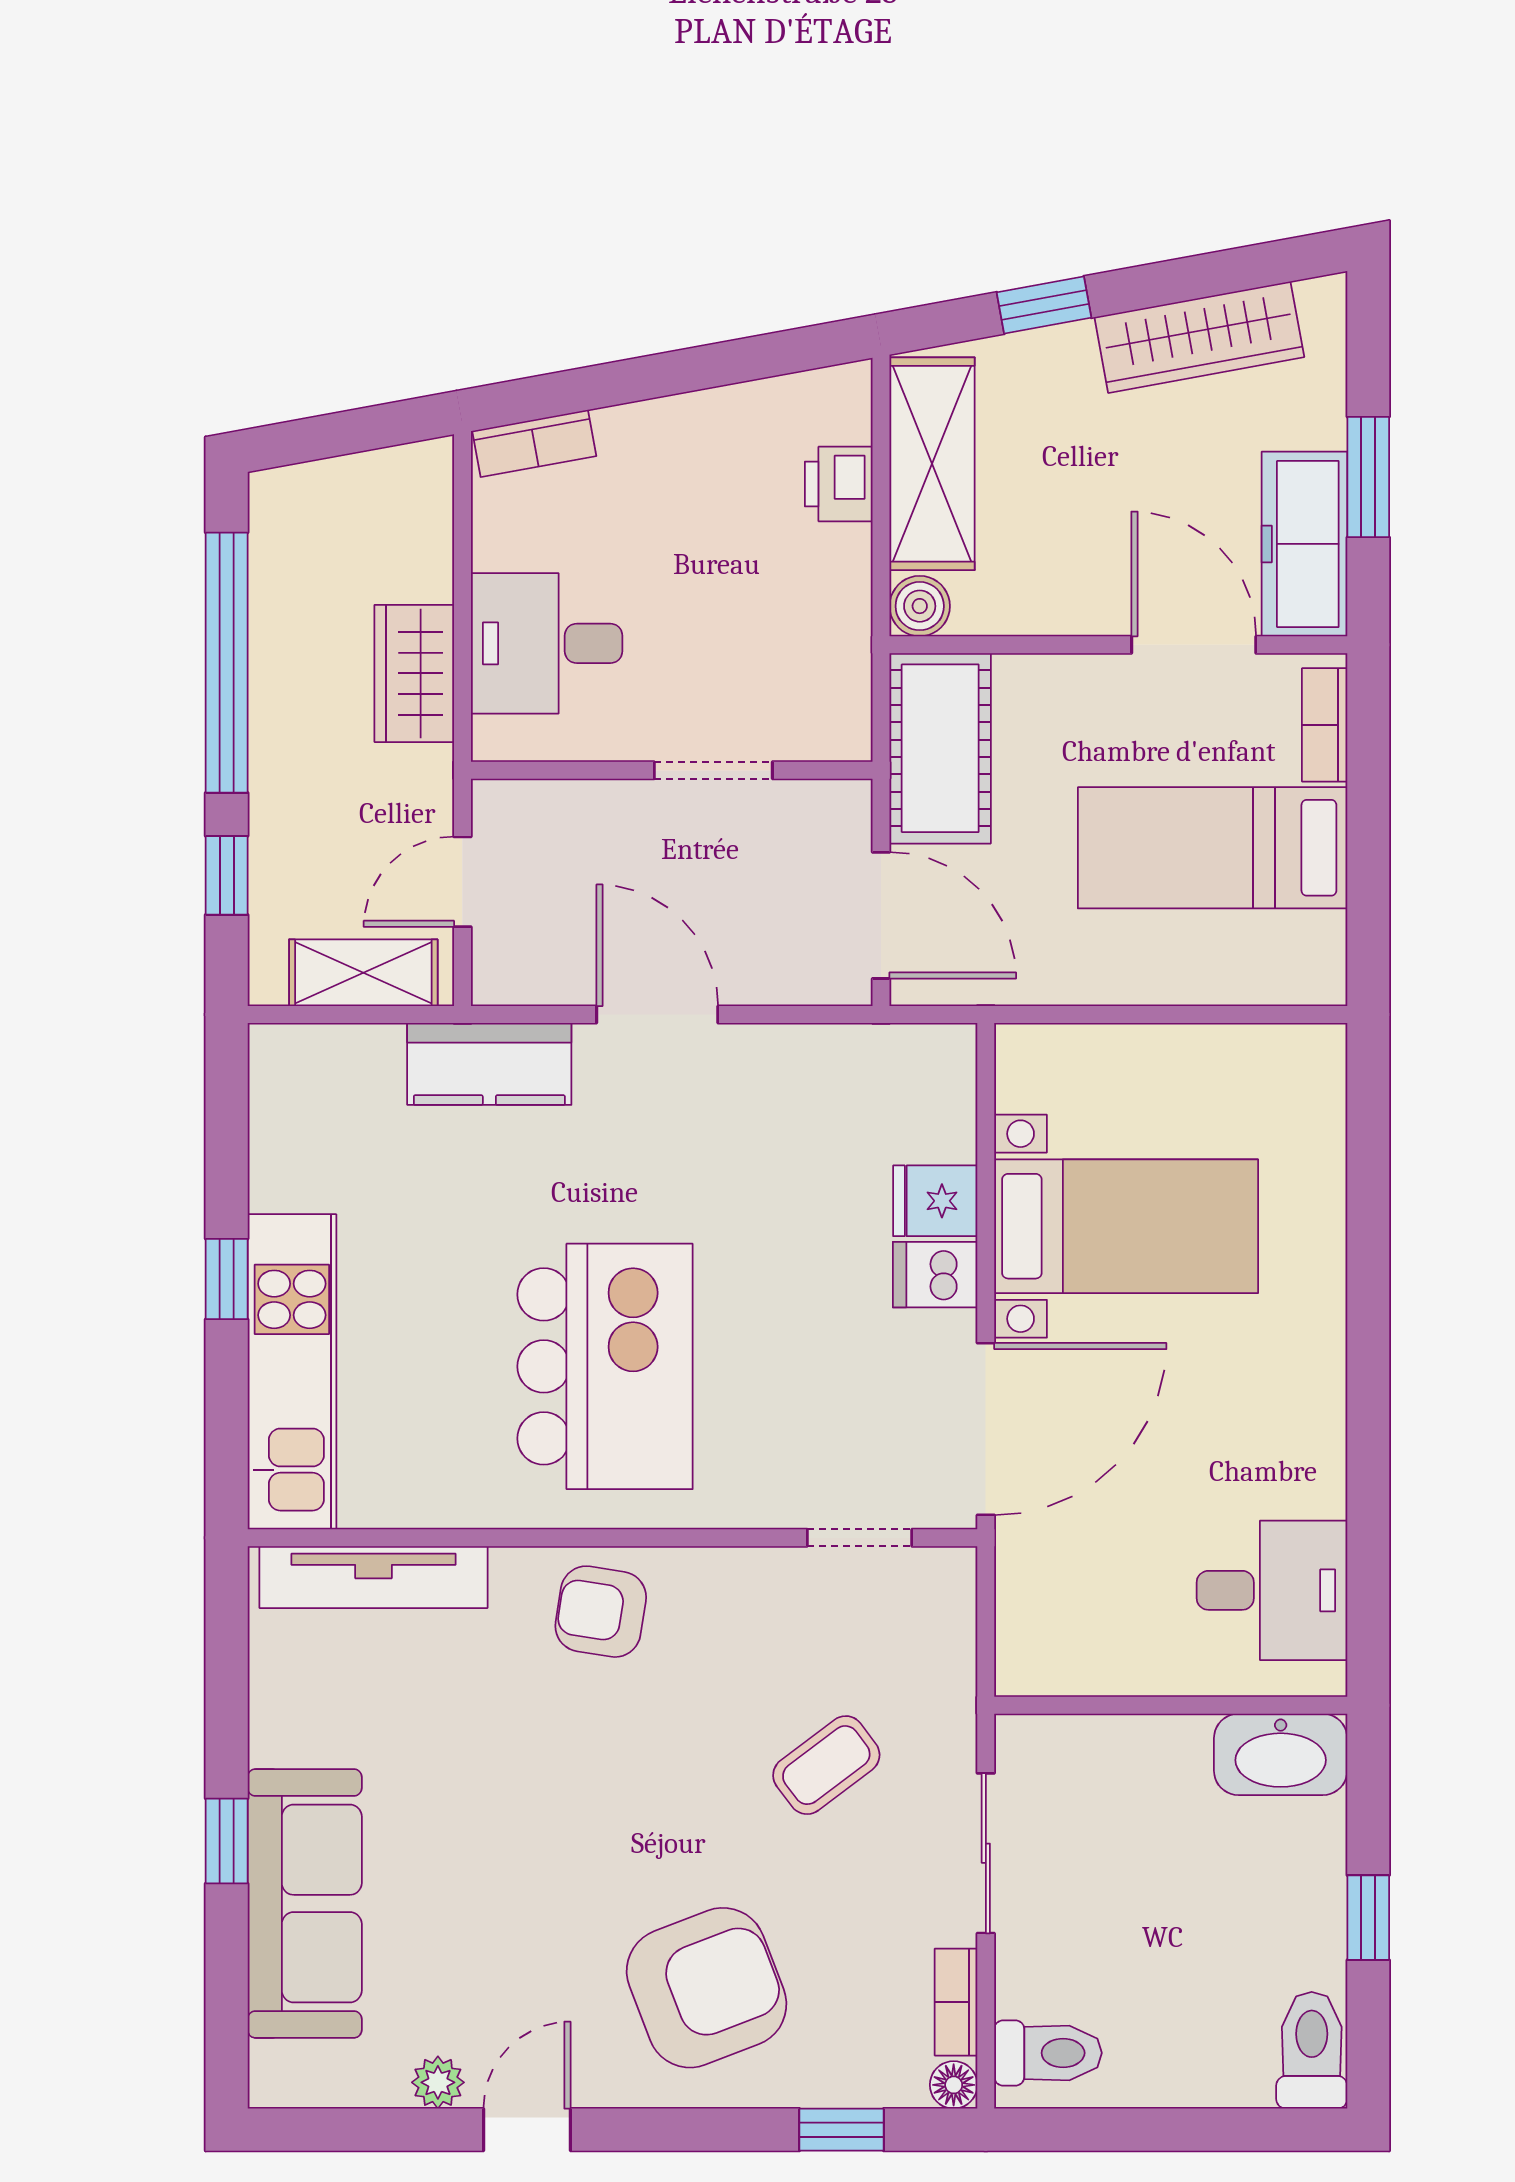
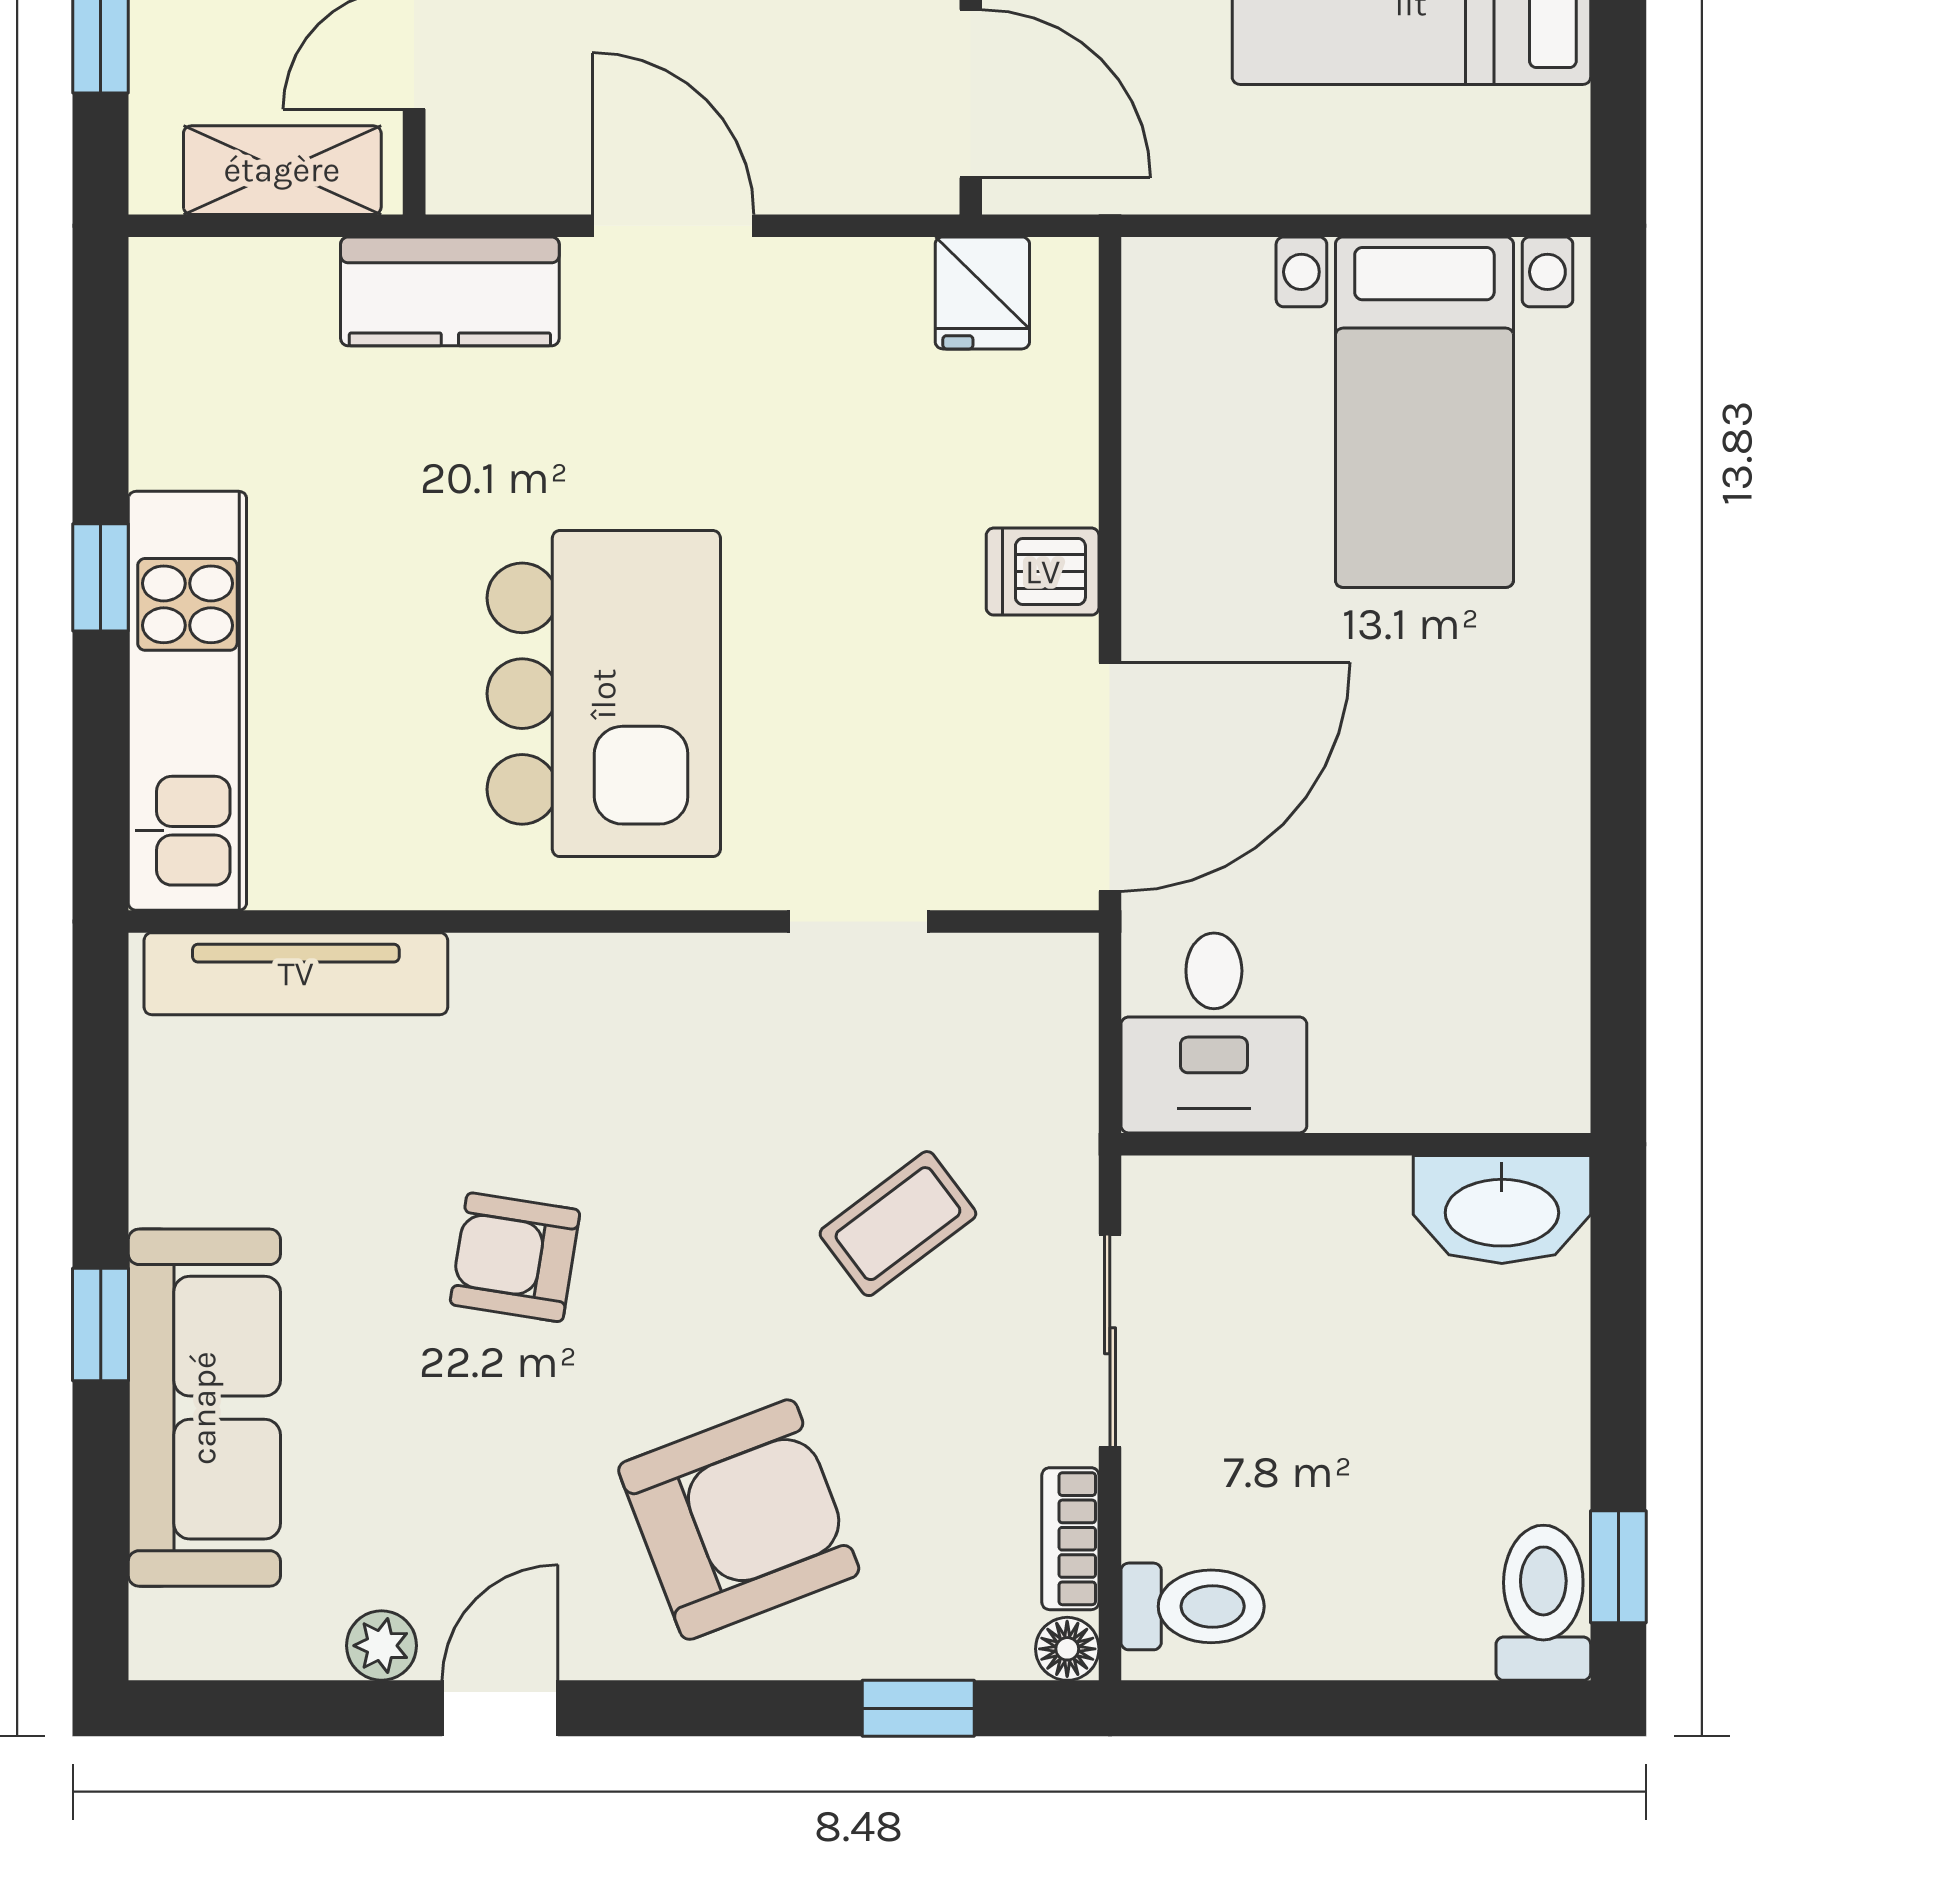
fridge: (935, 1201) -> (982, 293), moved, turned -90
bed with nightstands: (1126, 1226) -> (1424, 412), moved, turned 90
doorway: (860, 1538) -> (858, 921), moved
desk: (1272, 1590) -> (1214, 1033), moved, turned 90
armchair: (601, 1612) -> (515, 1257), moved
window: (1368, 1918) -> (1618, 1567), moved

